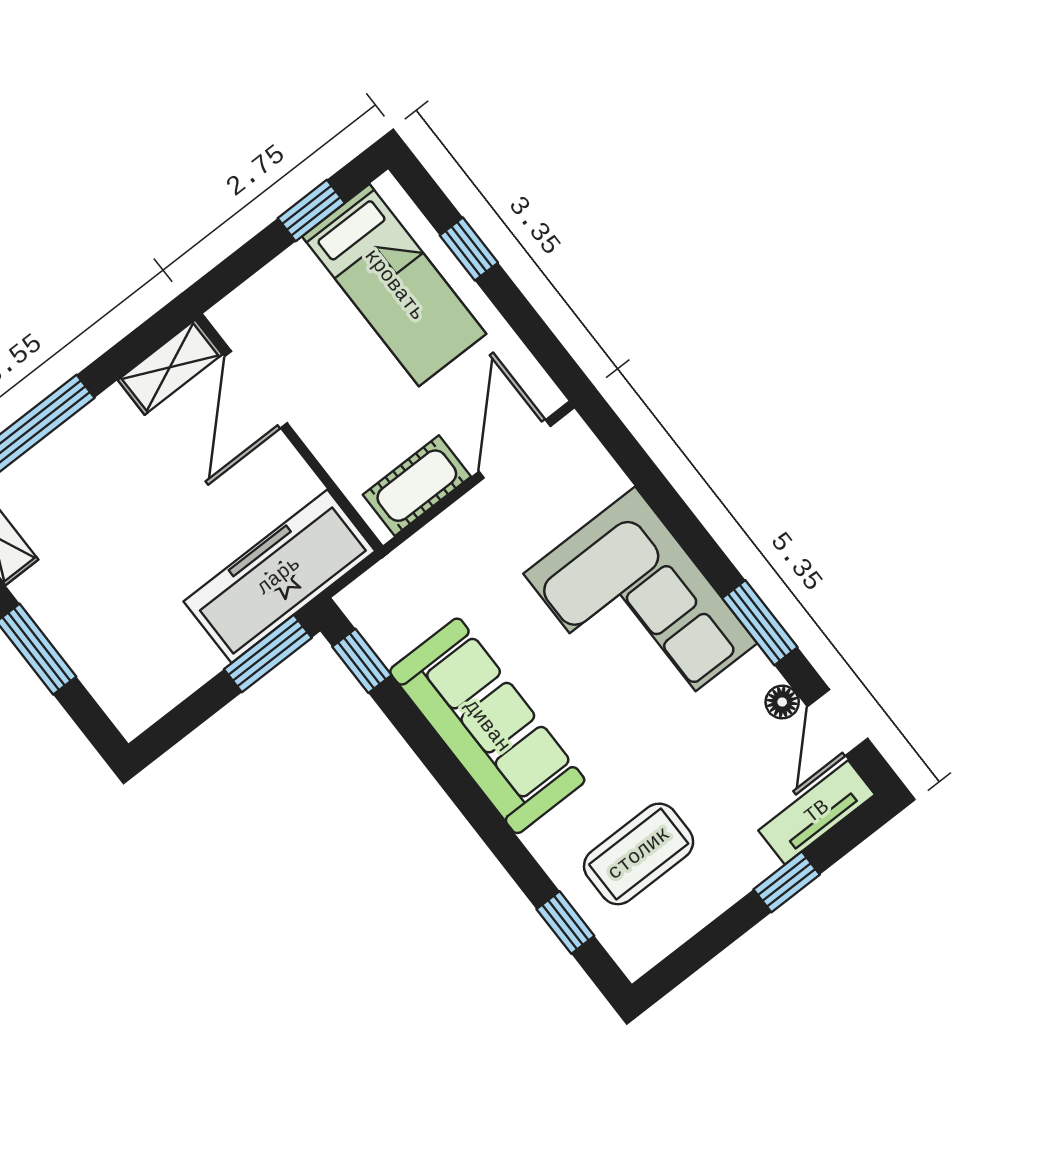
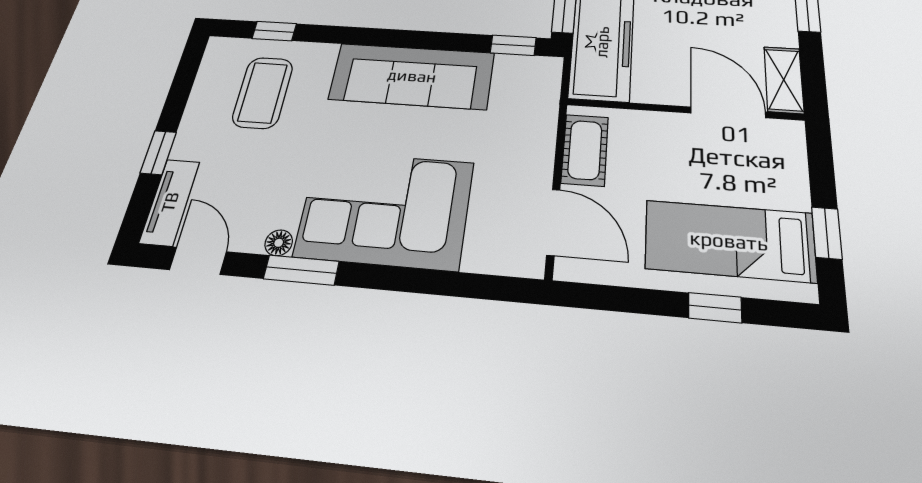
floor lamp: (782, 702) -> (279, 243), moved

